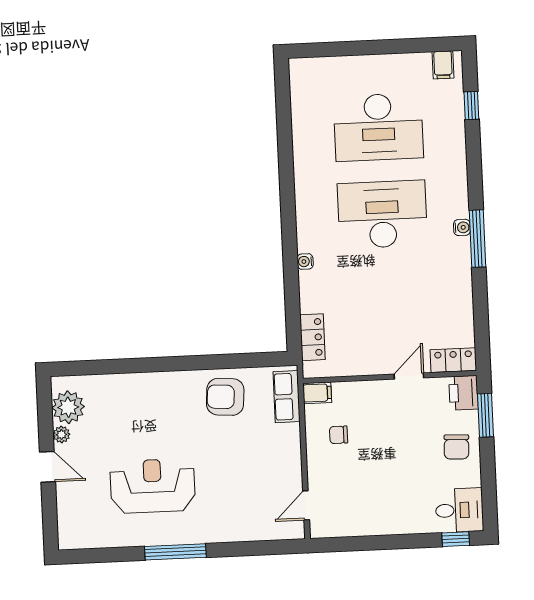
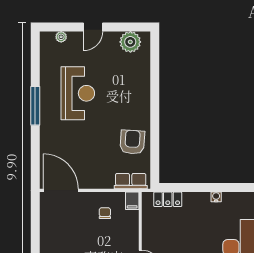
plant: (61, 435) -> (61, 37), moved
door: (306, 505) -> (61, 190), width x1.87

